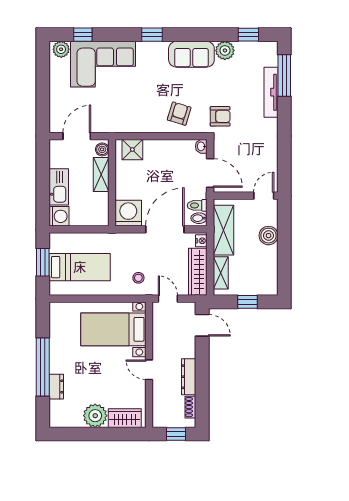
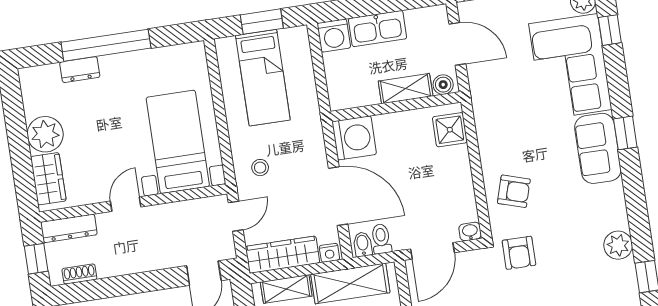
sofa: (191, 54) -> (598, 148), moved
dresser: (189, 377) -> (69, 228), moved, turned 180

